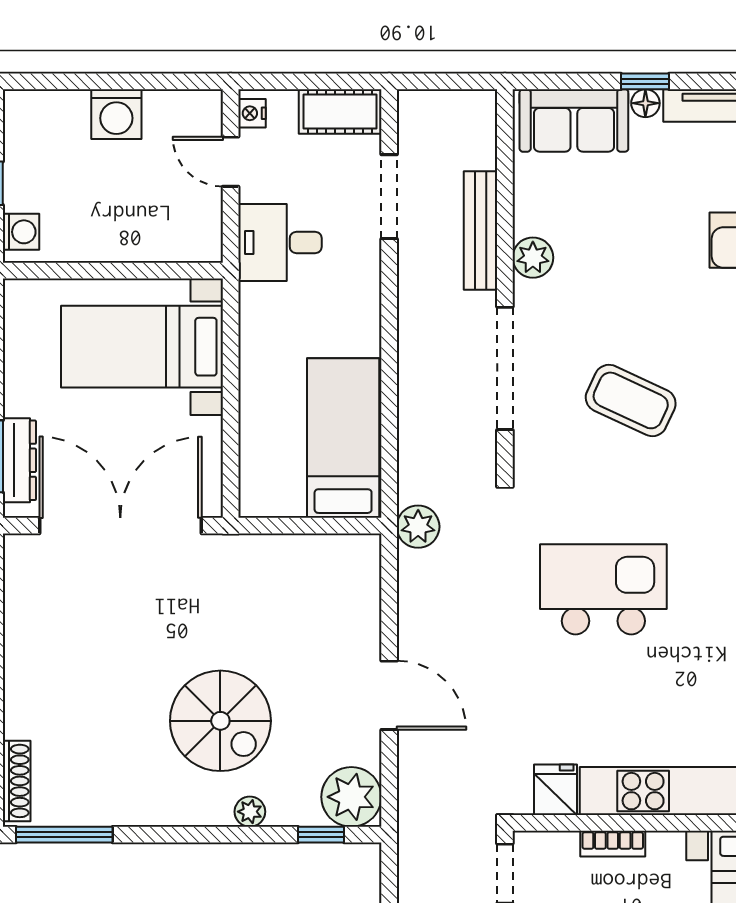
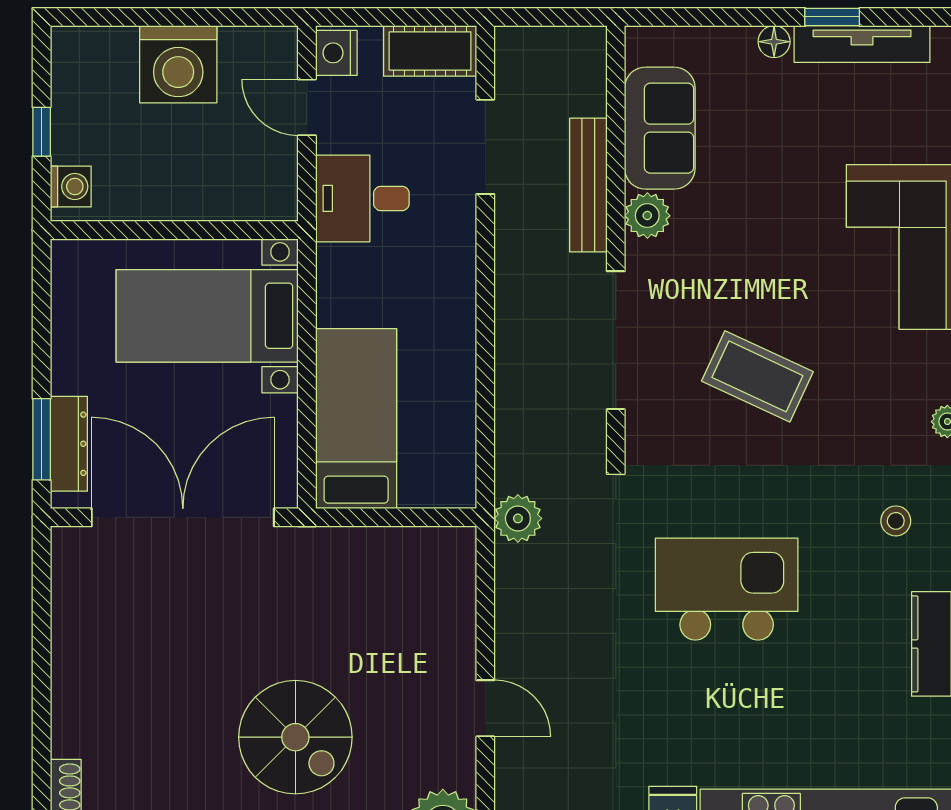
window: (645, 81) -> (832, 17), moved
nightstand: (252, 113) -> (336, 53), width x1.39, depth x1.35
washing machine: (116, 114) -> (178, 64), width x1.37, depth x1.37
sofa: (574, 120) -> (660, 128), moved, turned -90
bed: (343, 438) -> (356, 419), moved
door: (389, 695) -> (485, 708), width x0.73

